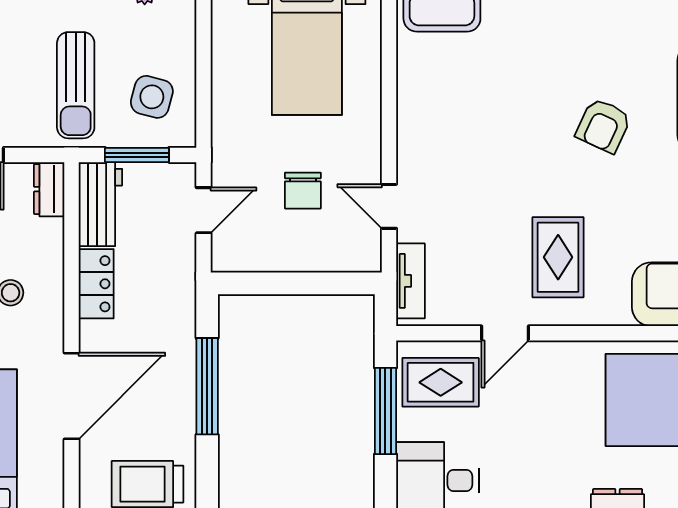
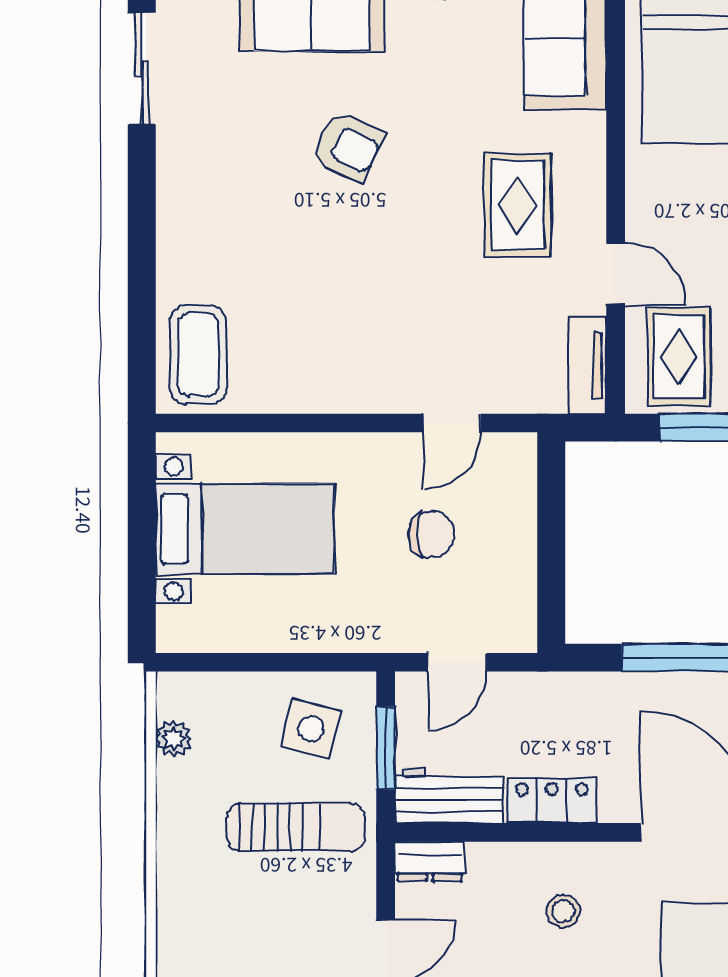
door: (204, 210) -> (457, 662), swing flipped
rug: (558, 257) -> (518, 205), turned 90
tv unit: (411, 281) -> (588, 365), moved, turned -90

